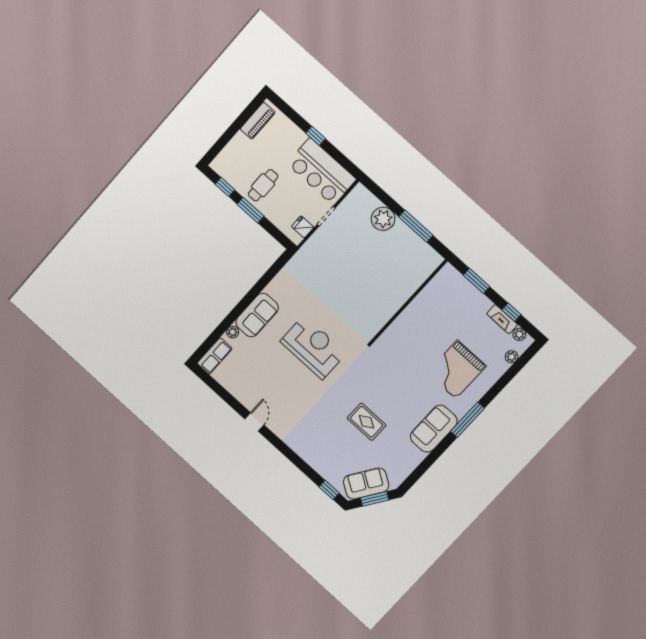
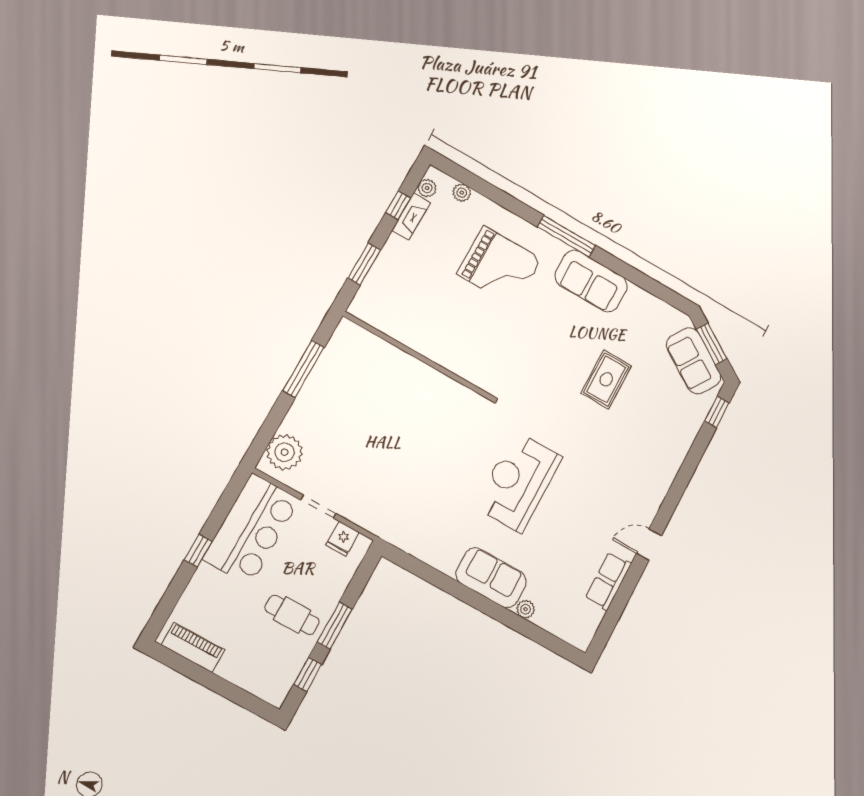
plant: (383, 219) -> (285, 452), moved
row of seats: (215, 356) -> (608, 581), moved, turned -90

